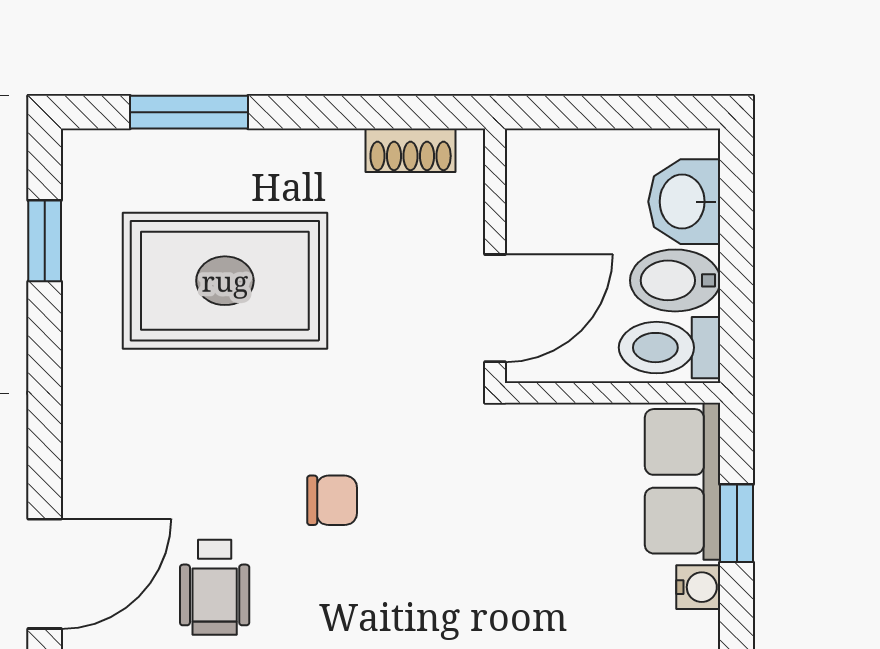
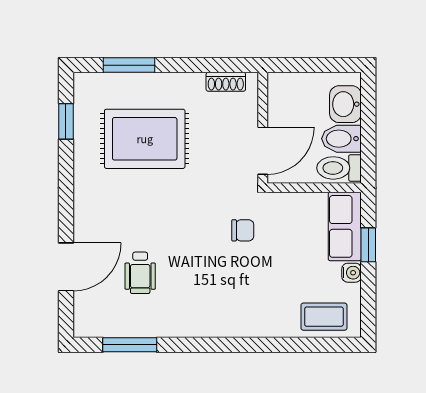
chair: (332, 500) -> (243, 230), moved

